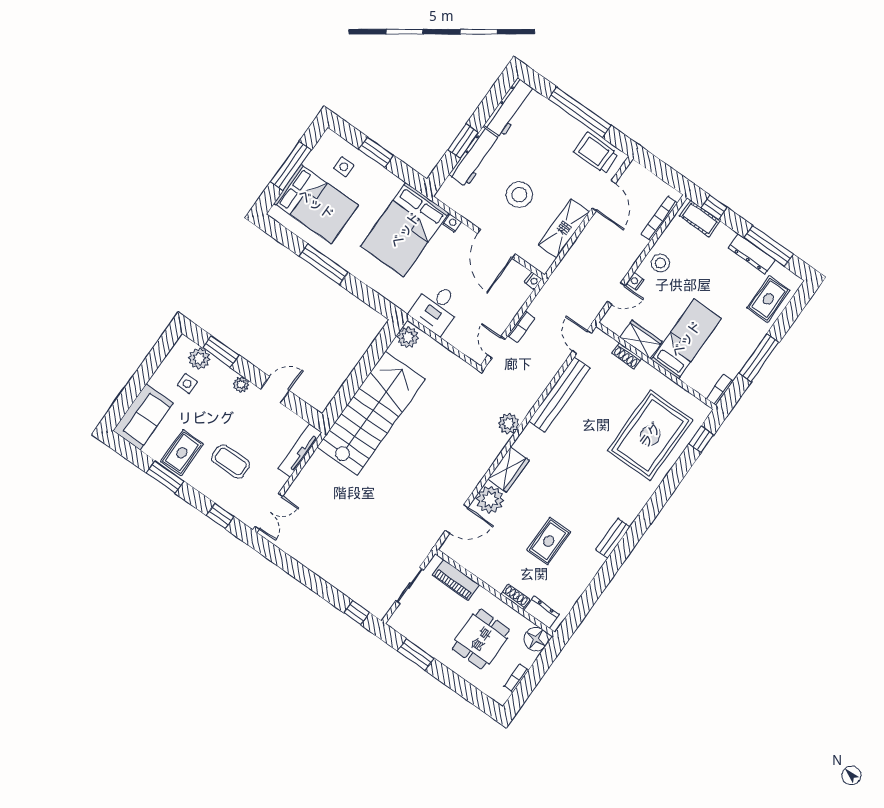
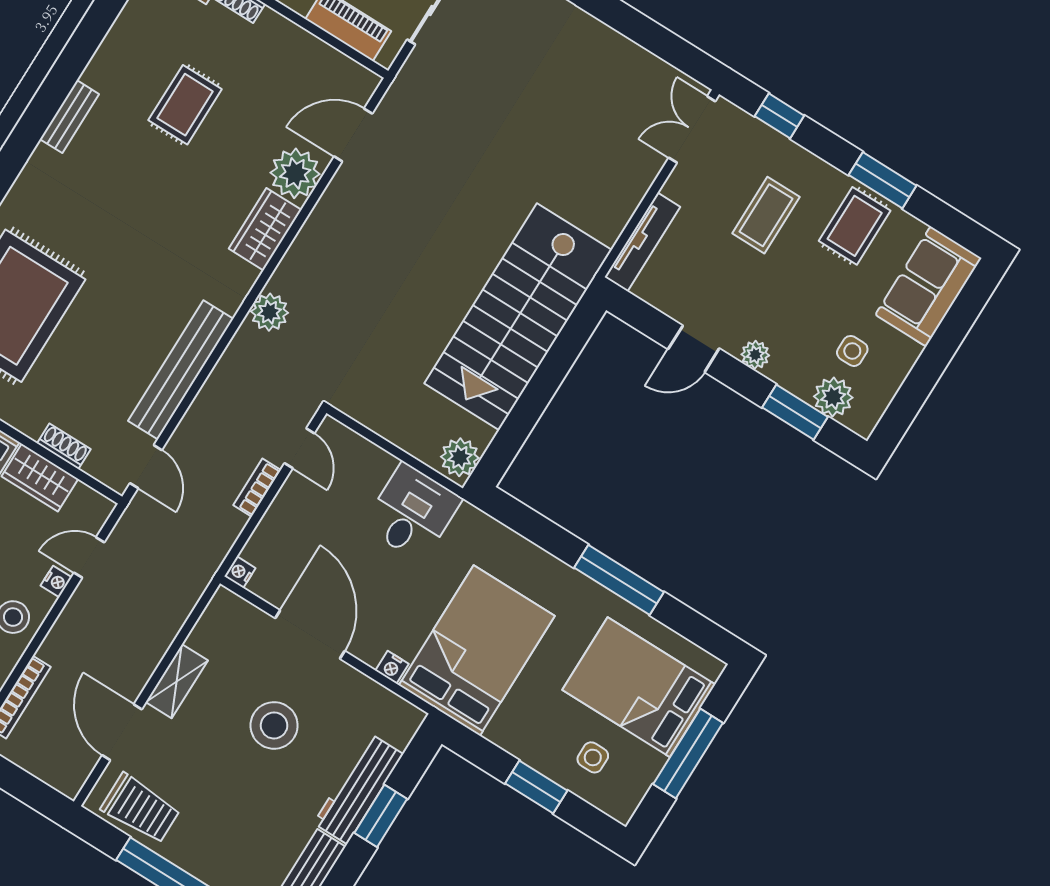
shelving: (564, 228) -> (177, 681), width x0.67, depth x0.75
coffee table: (231, 461) -> (766, 215), turned 90

